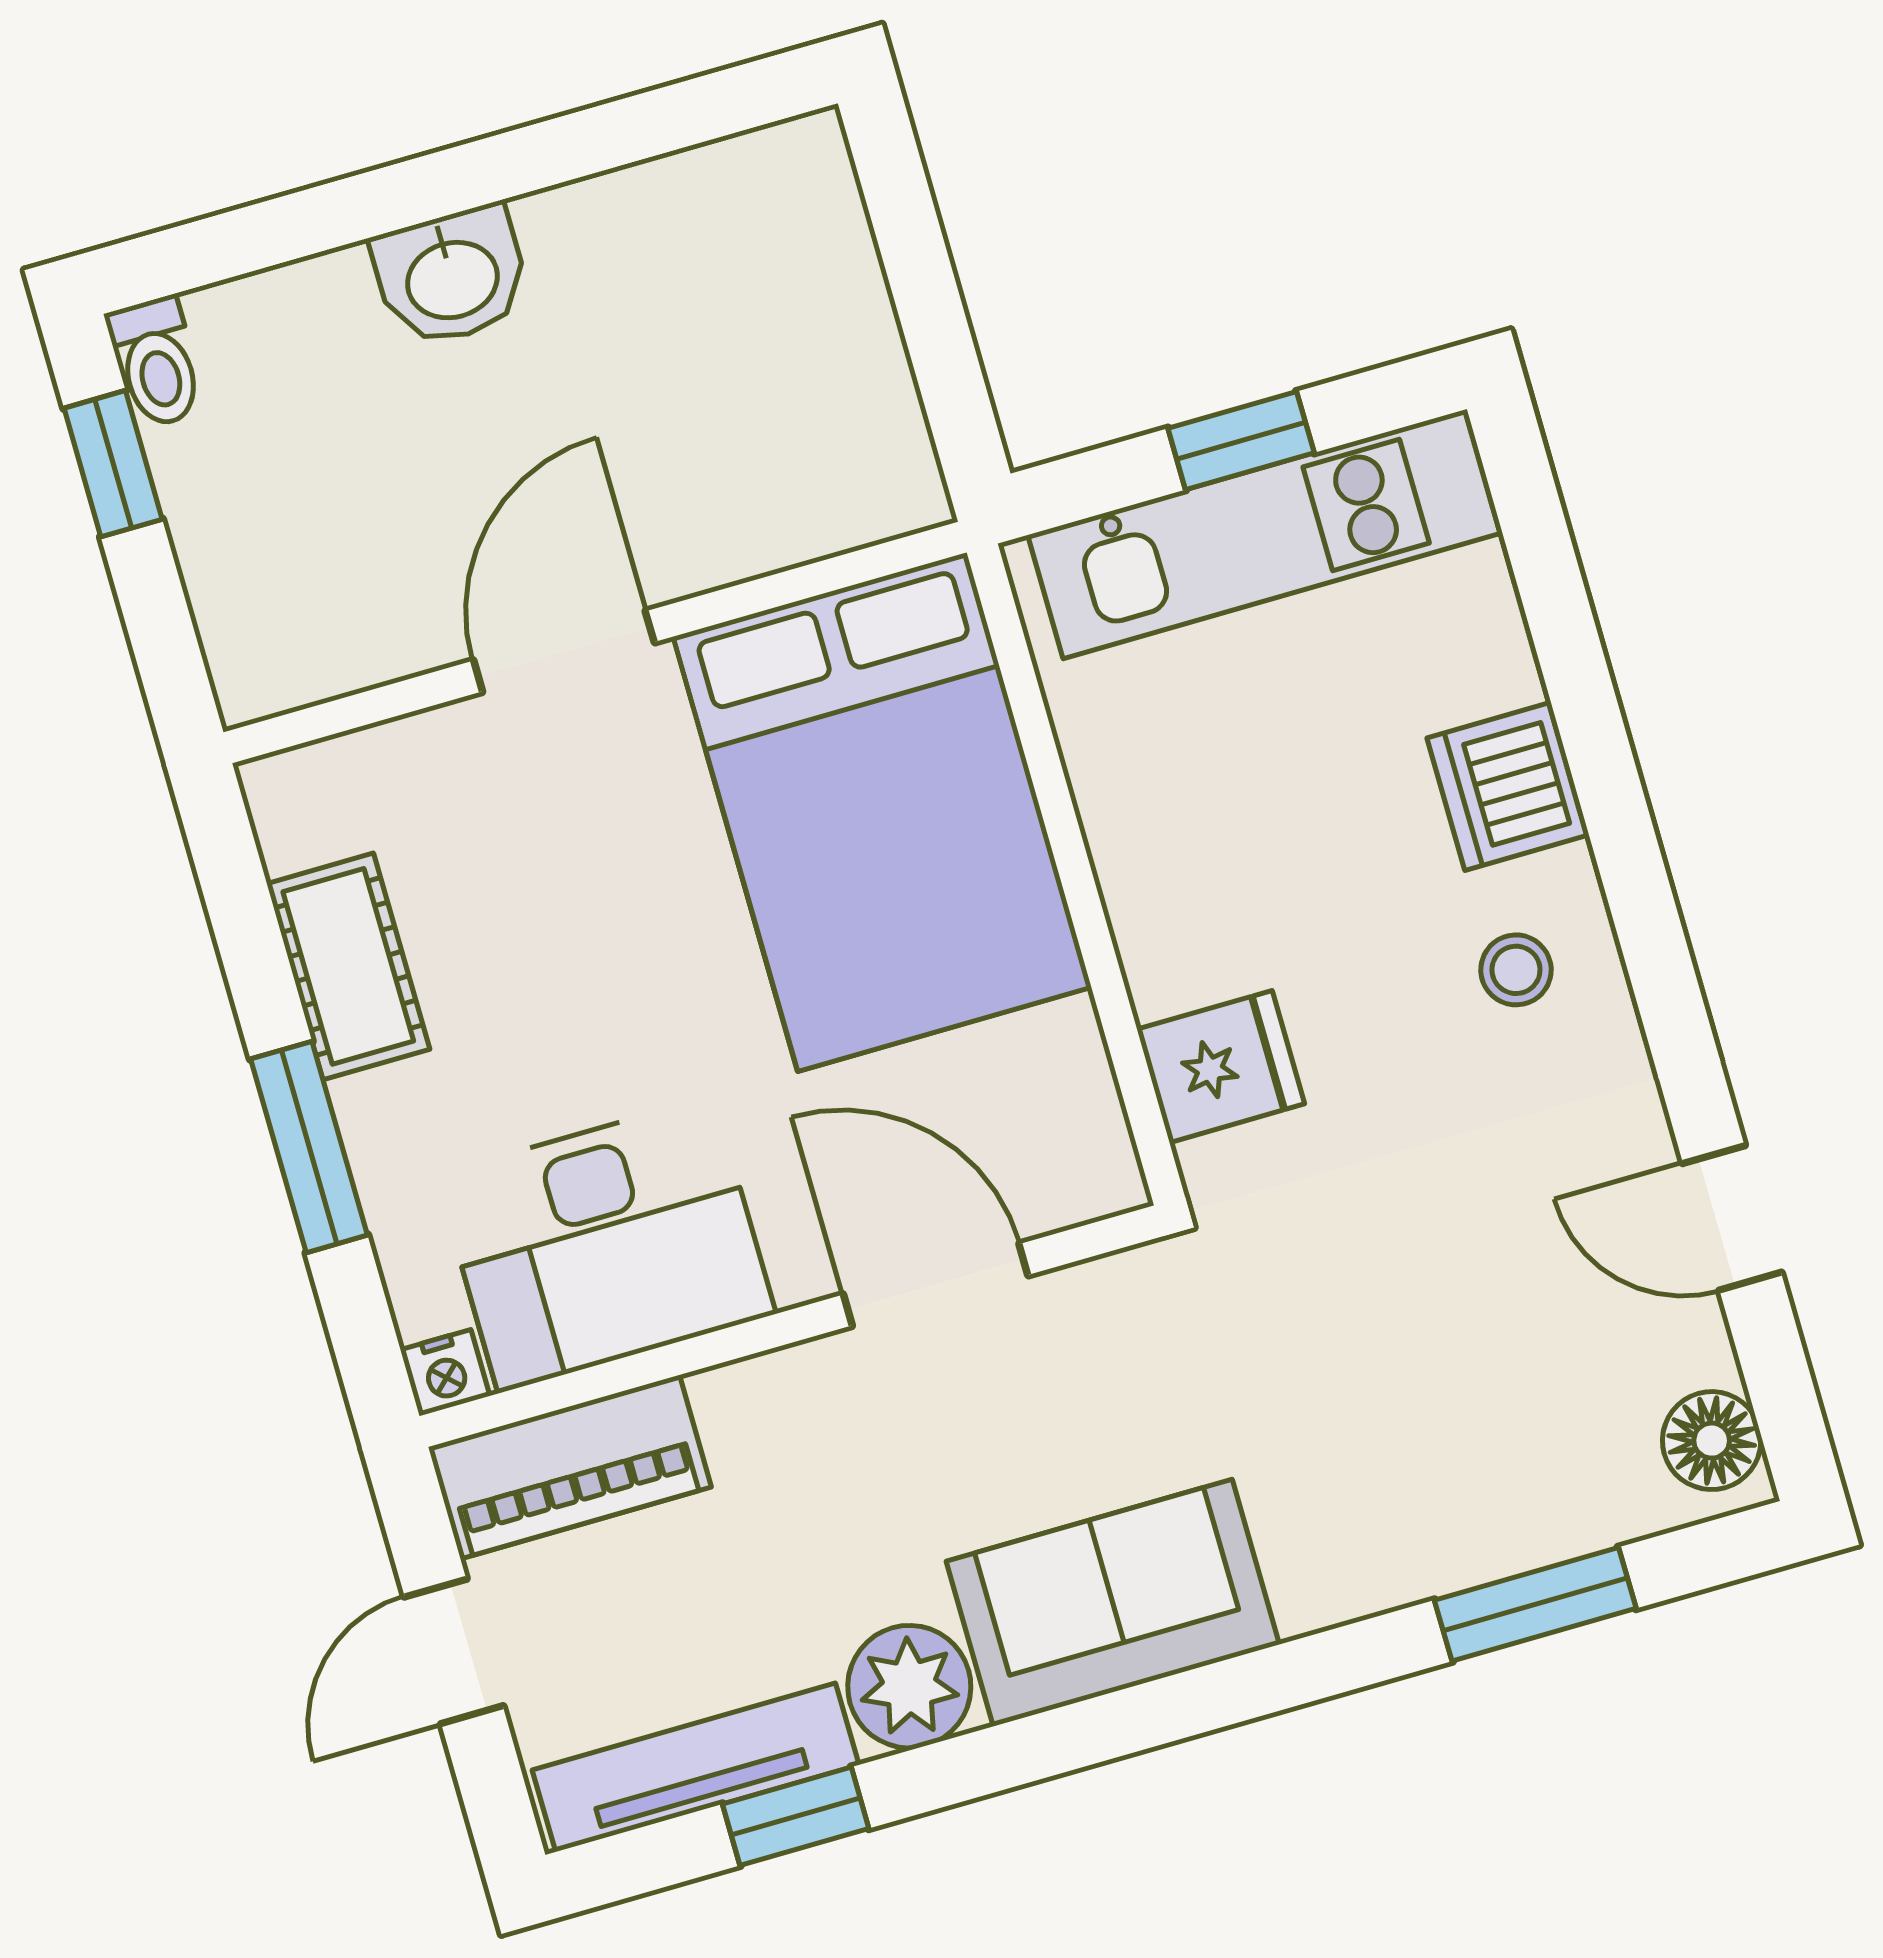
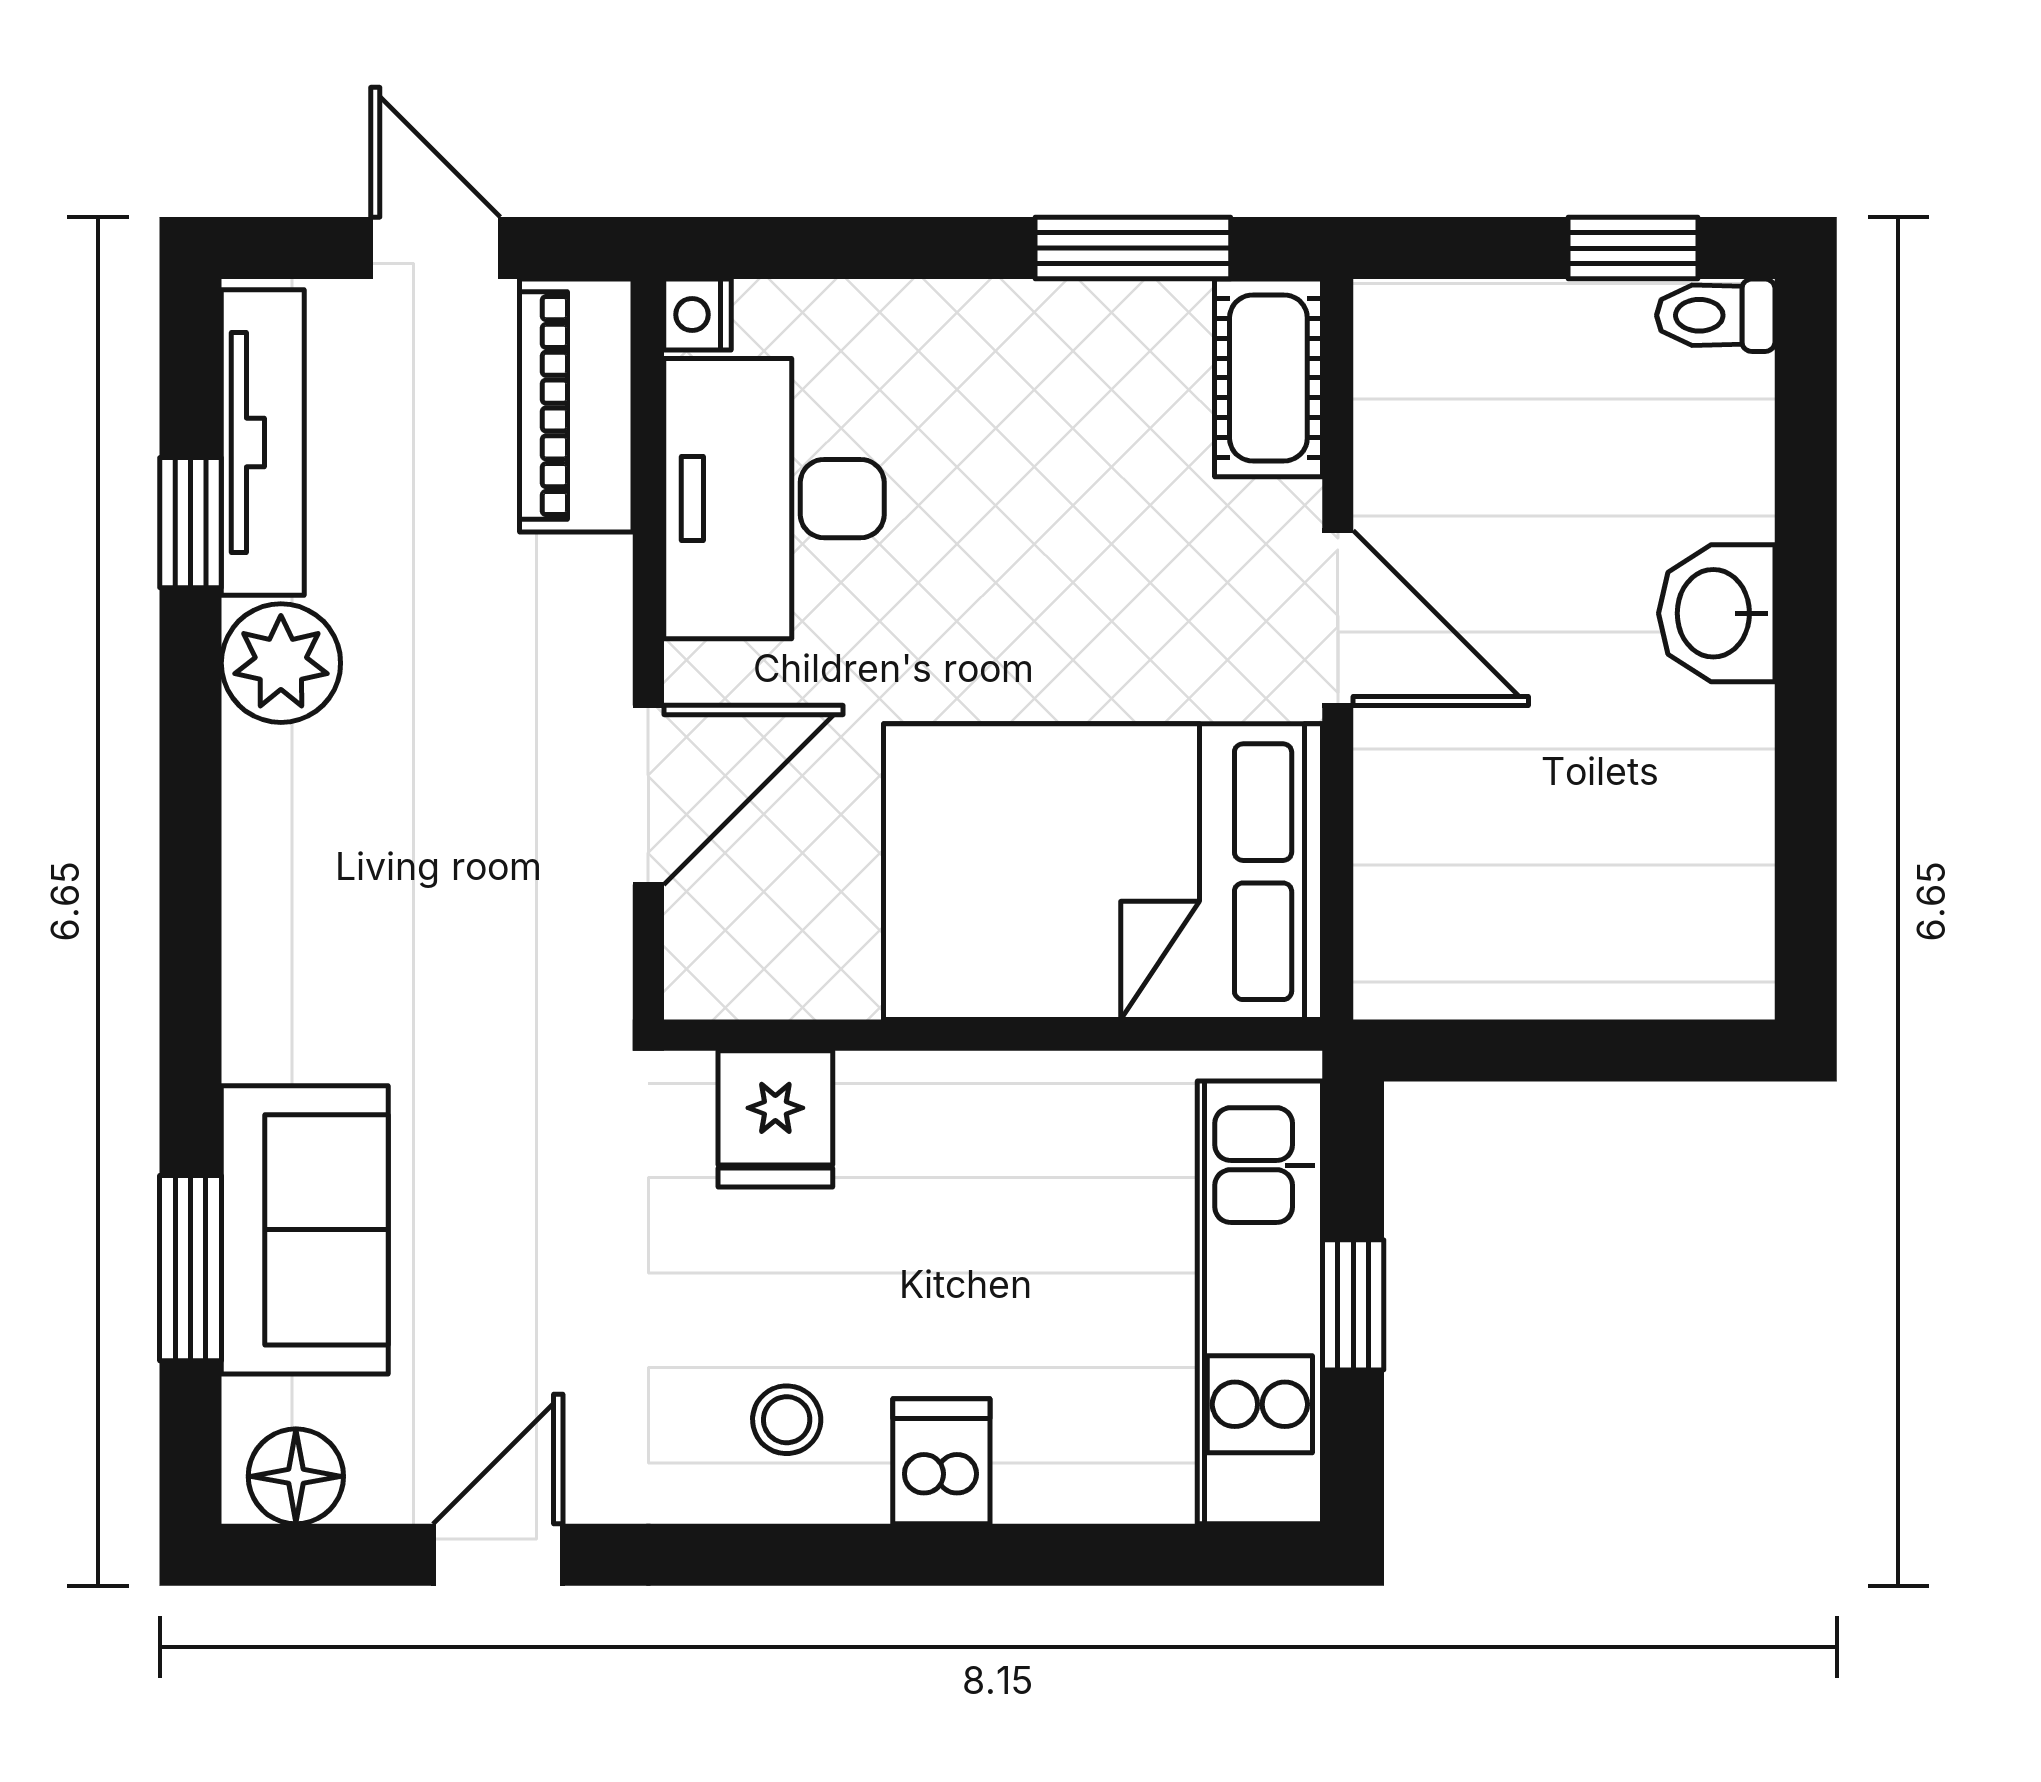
dishwasher: (1508, 786) -> (941, 1461), width x0.73
cot: (348, 966) -> (1268, 378), moved, turned 90
window: (309, 1147) -> (1133, 248), moved
sofa: (1113, 1603) -> (305, 1230), moved

